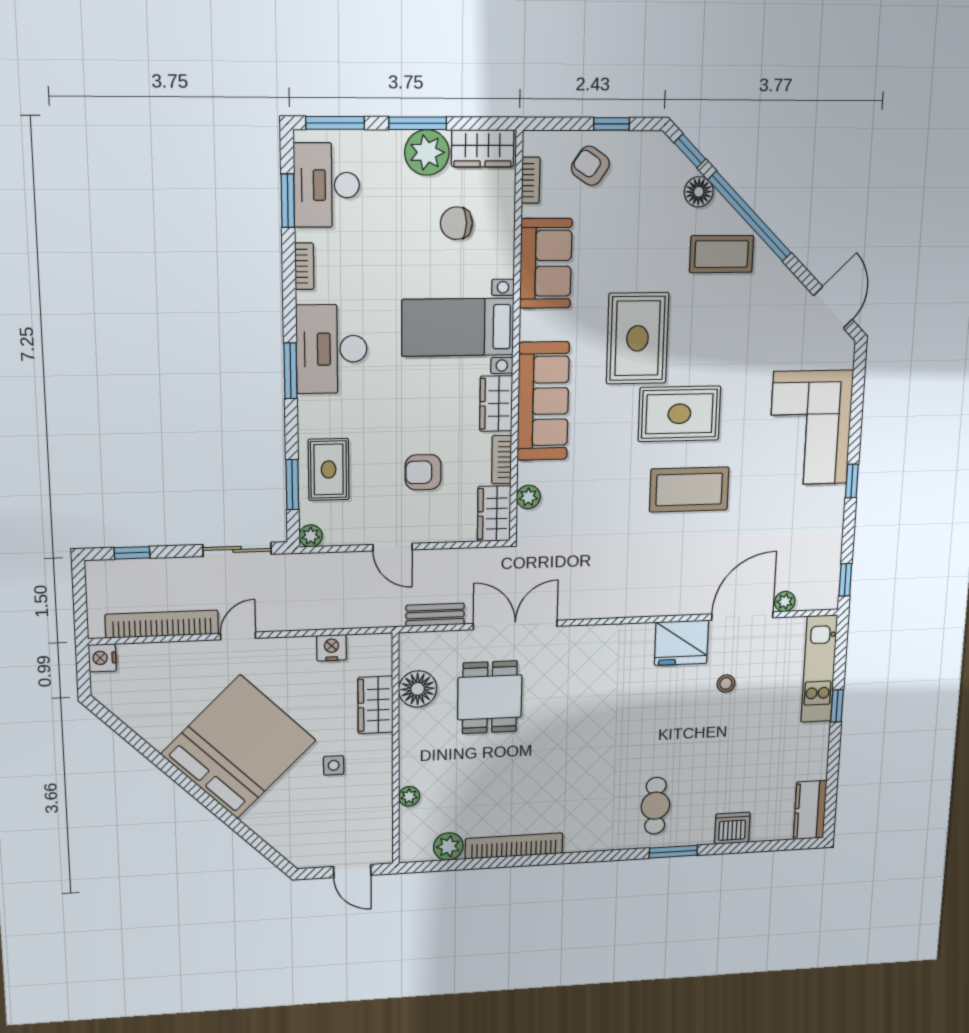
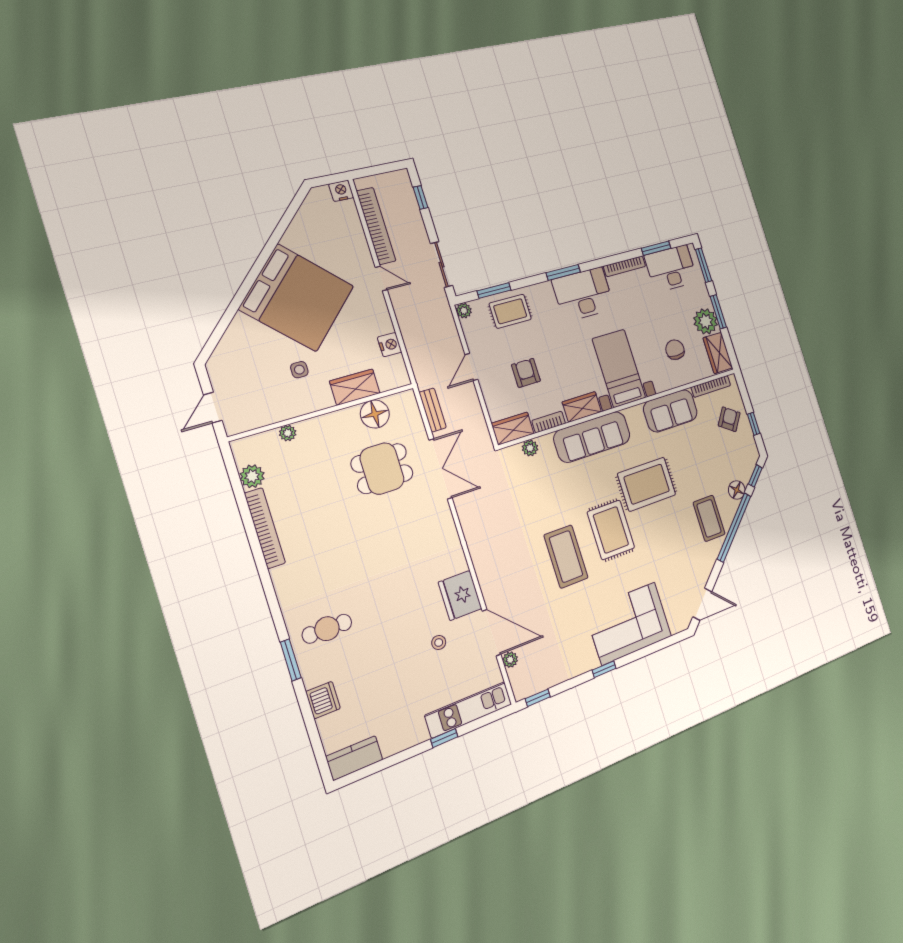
bookcase: (531, 180) -> (711, 386), width x1.56
bookcase: (304, 266) -> (625, 266), width x1.56

